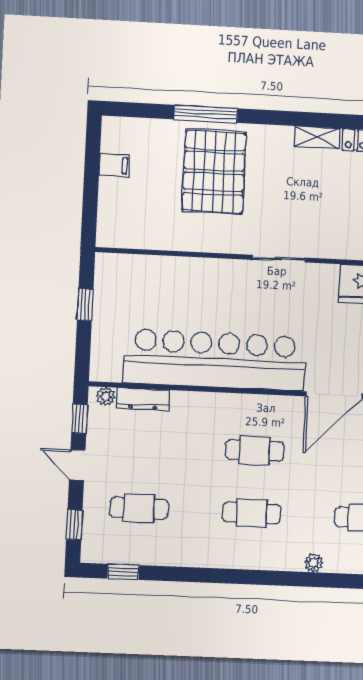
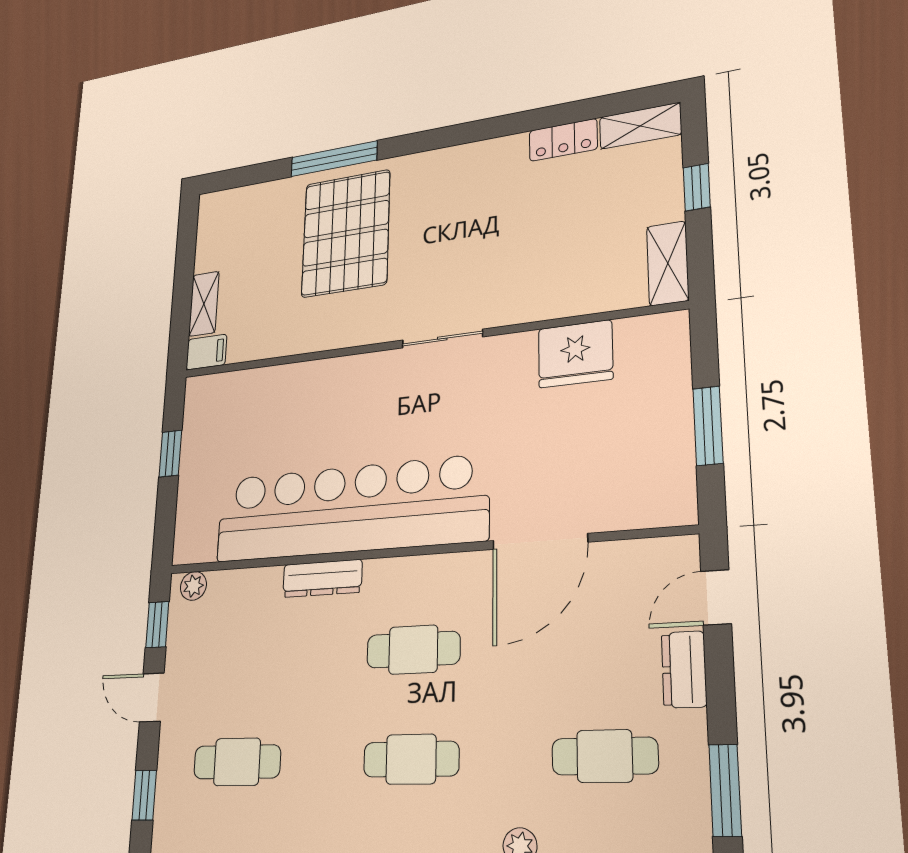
shelving: (317, 137) -> (204, 304), moved, turned 90
filing cabinet: (114, 165) -> (206, 352), moved
dresser: (143, 399) -> (322, 578), moved

